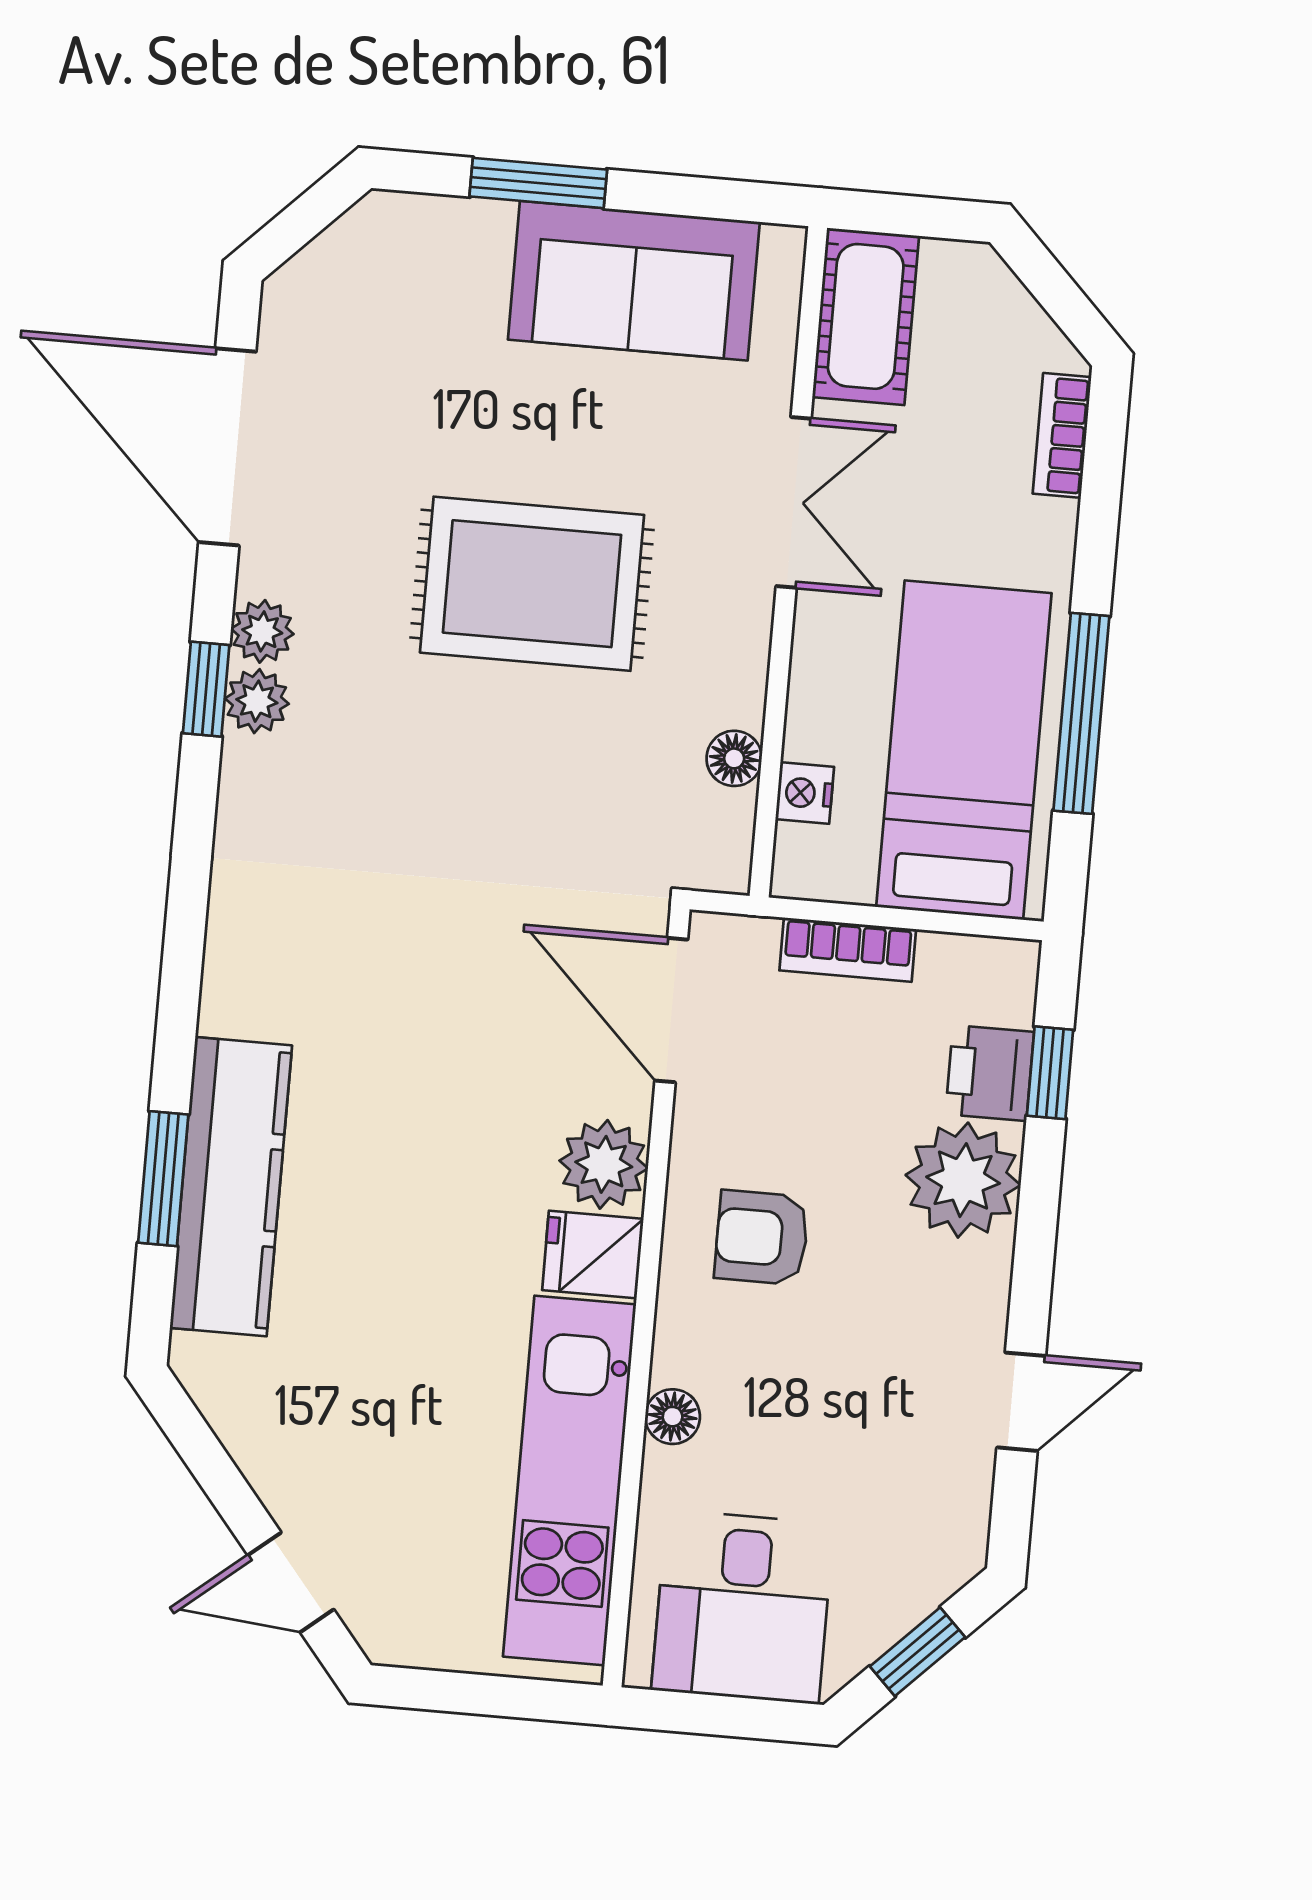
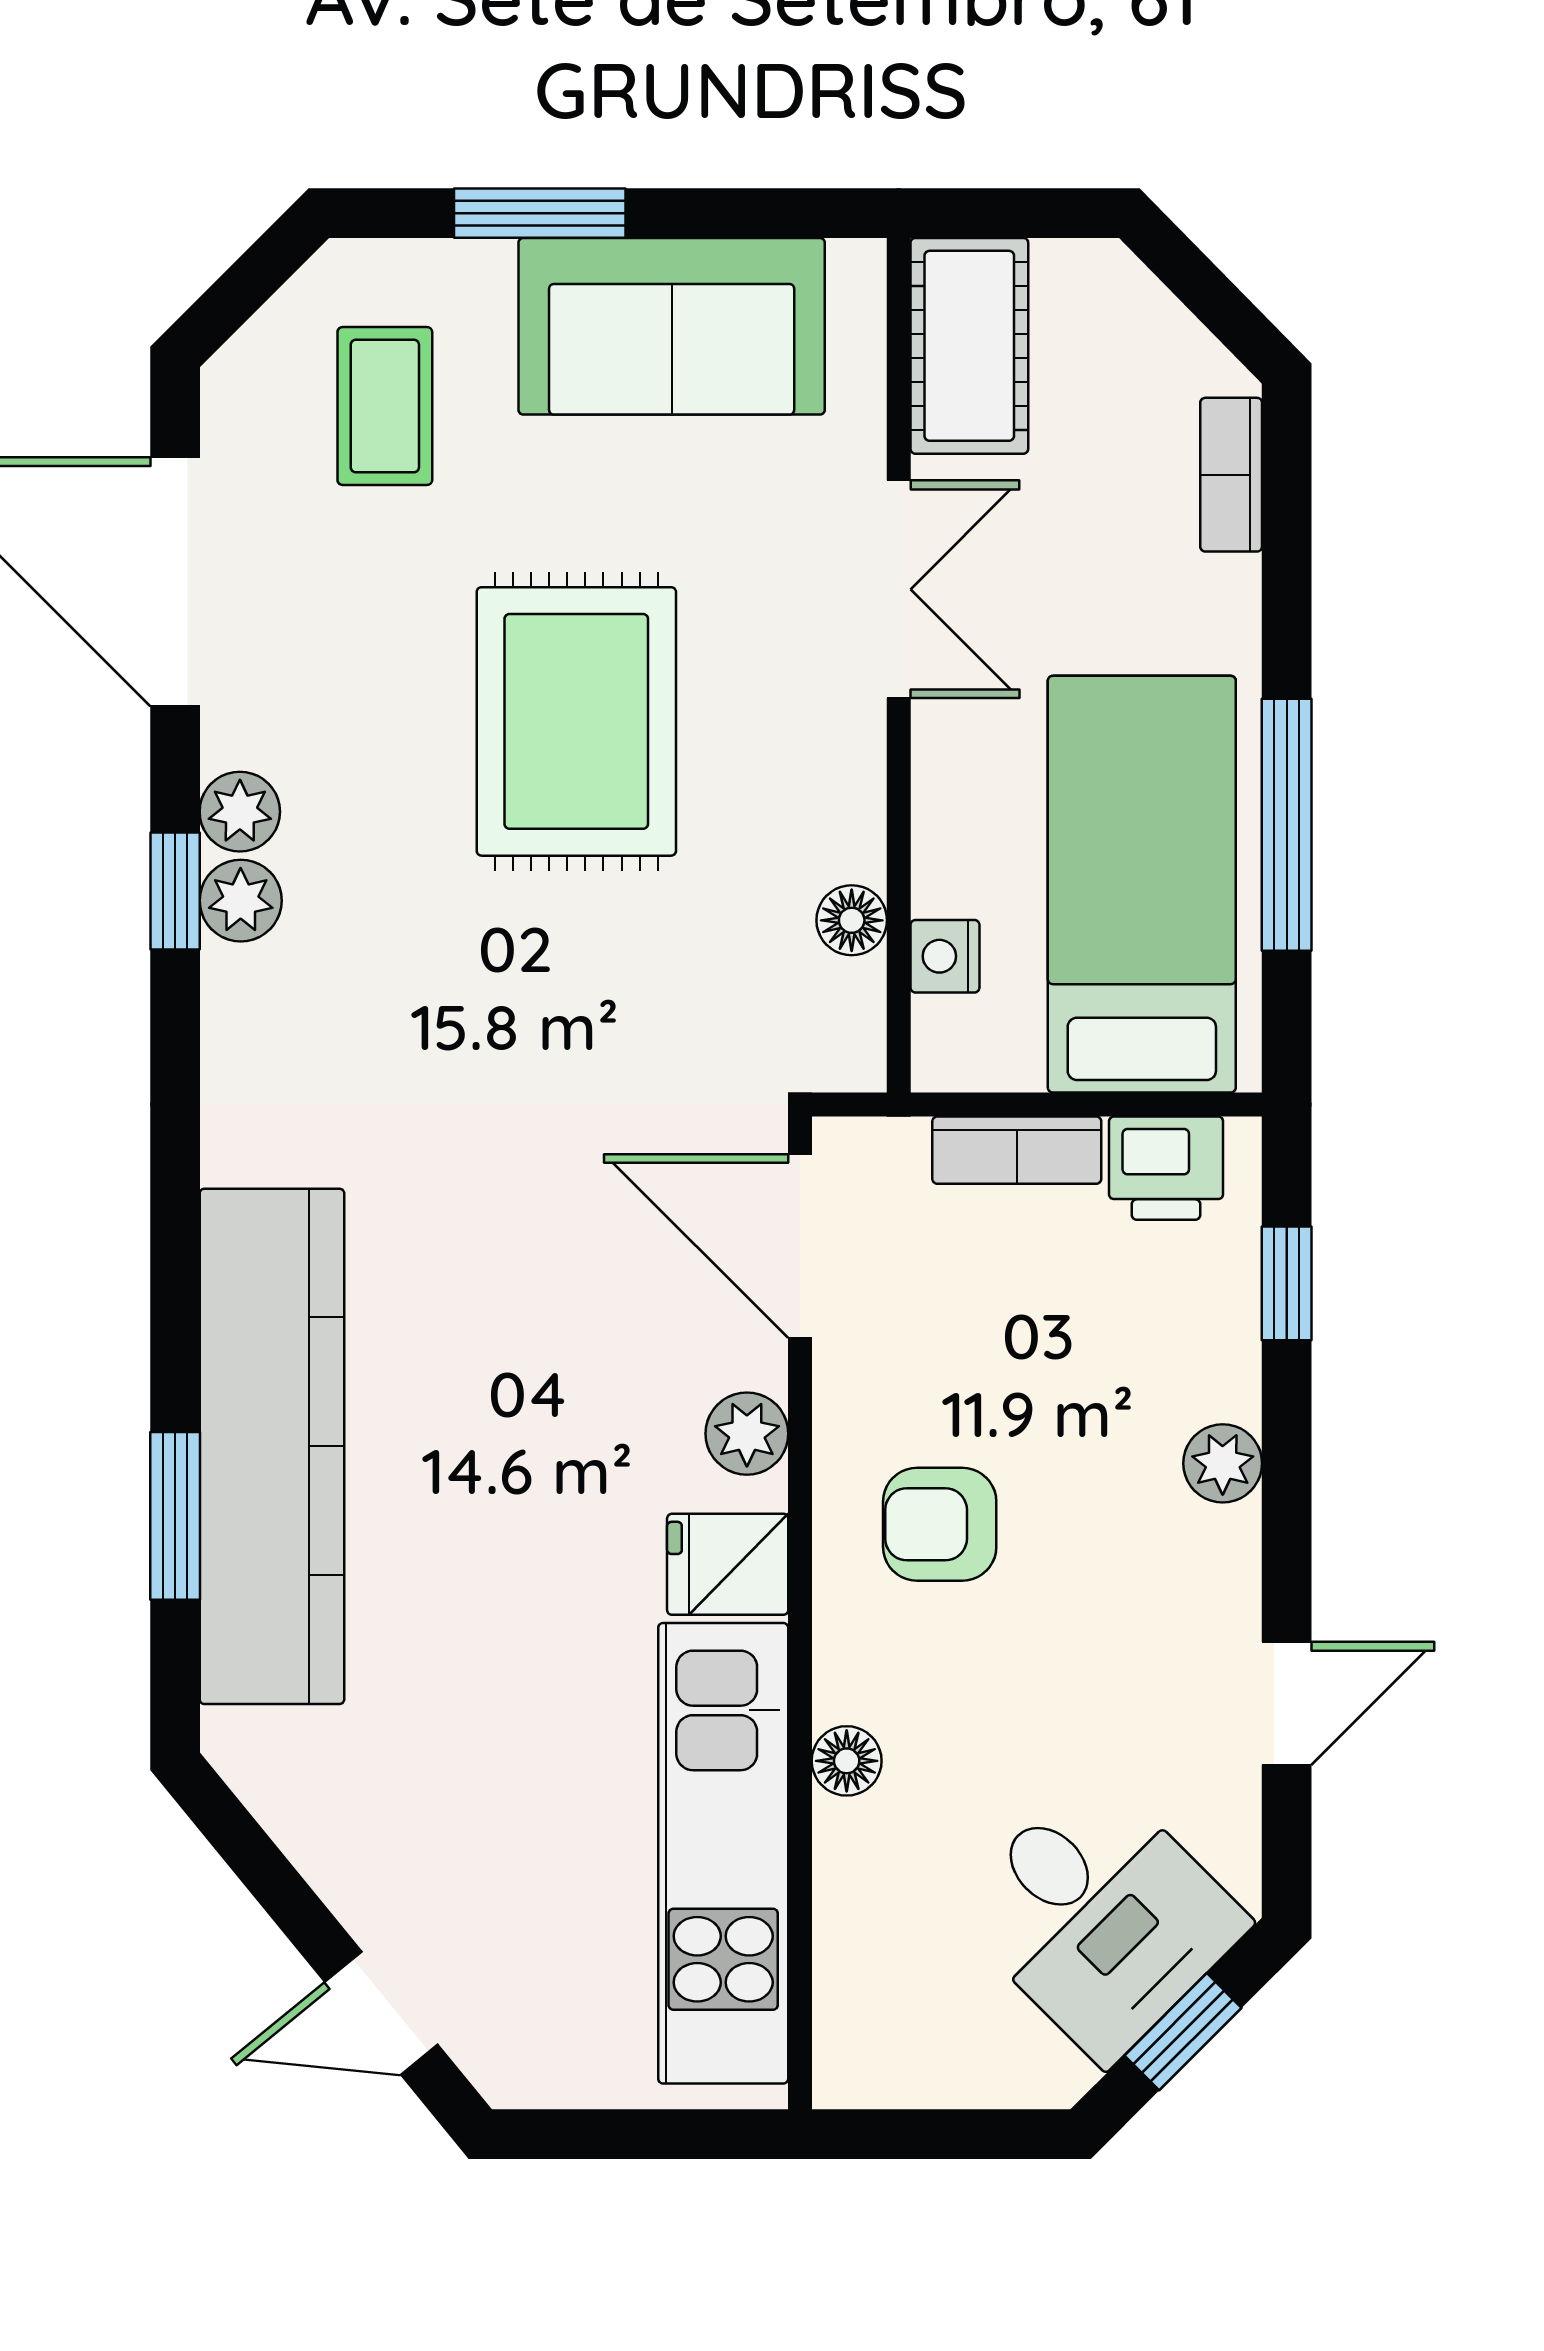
coffee table: (404, 324) -> (385, 406), added
rug: (532, 584) -> (576, 721), turned 90
printer: (990, 1073) -> (1166, 1168), moved, turned -90
plant: (604, 1164) -> (747, 1434), width x0.73, depth x0.73
plant: (963, 1180) -> (1223, 1463), width x0.53, depth x0.53
kitchen counter: (231, 1187) -> (272, 1446), width x1.39, depth x1.17
desk: (743, 1607) -> (1100, 1917), moved, turned -45

